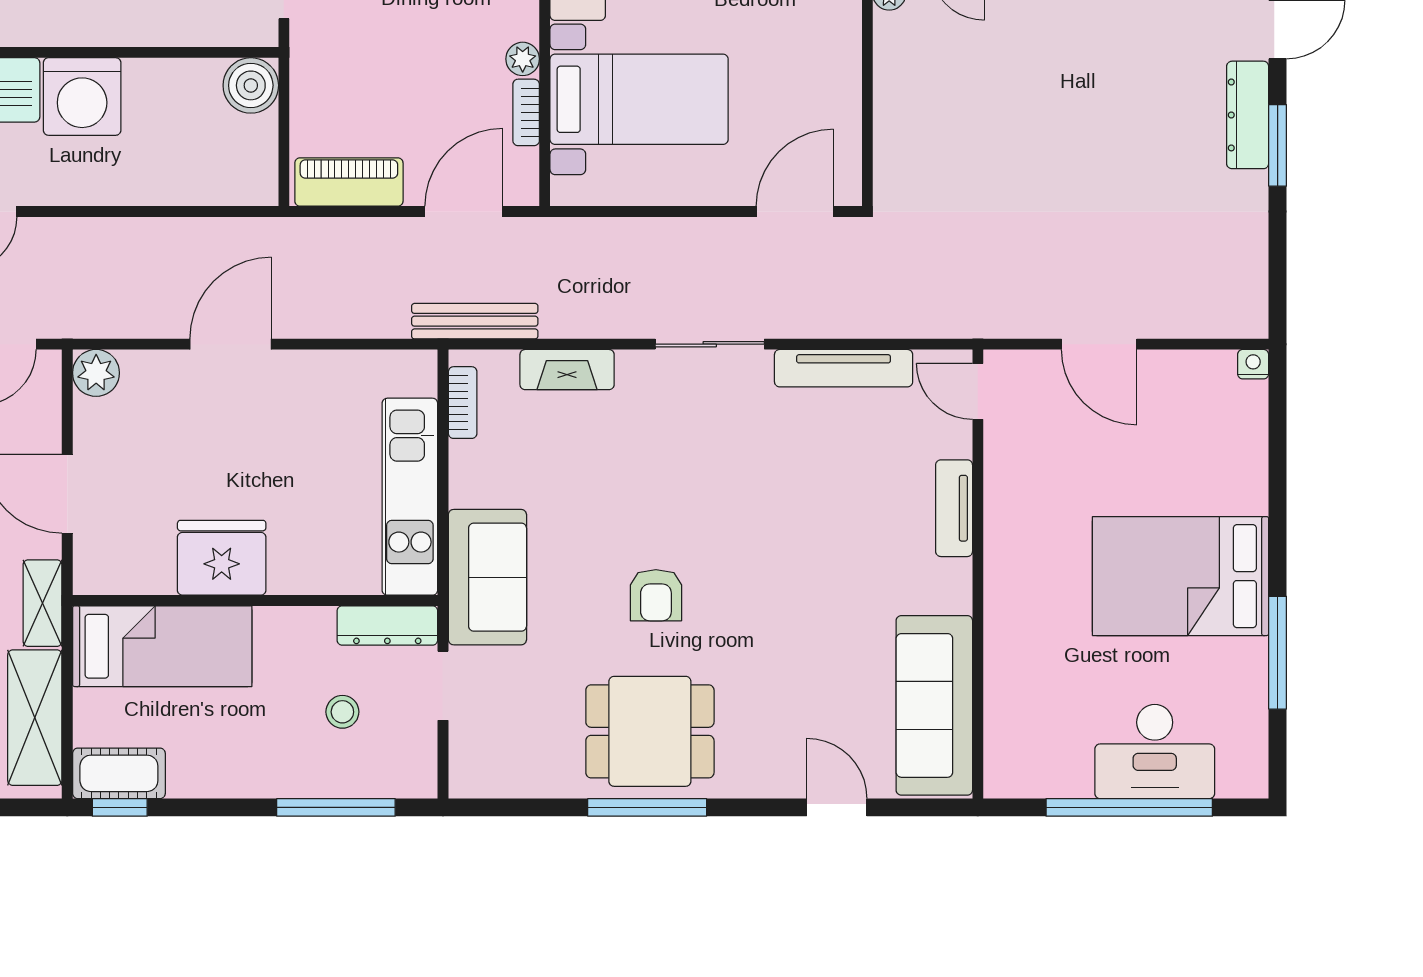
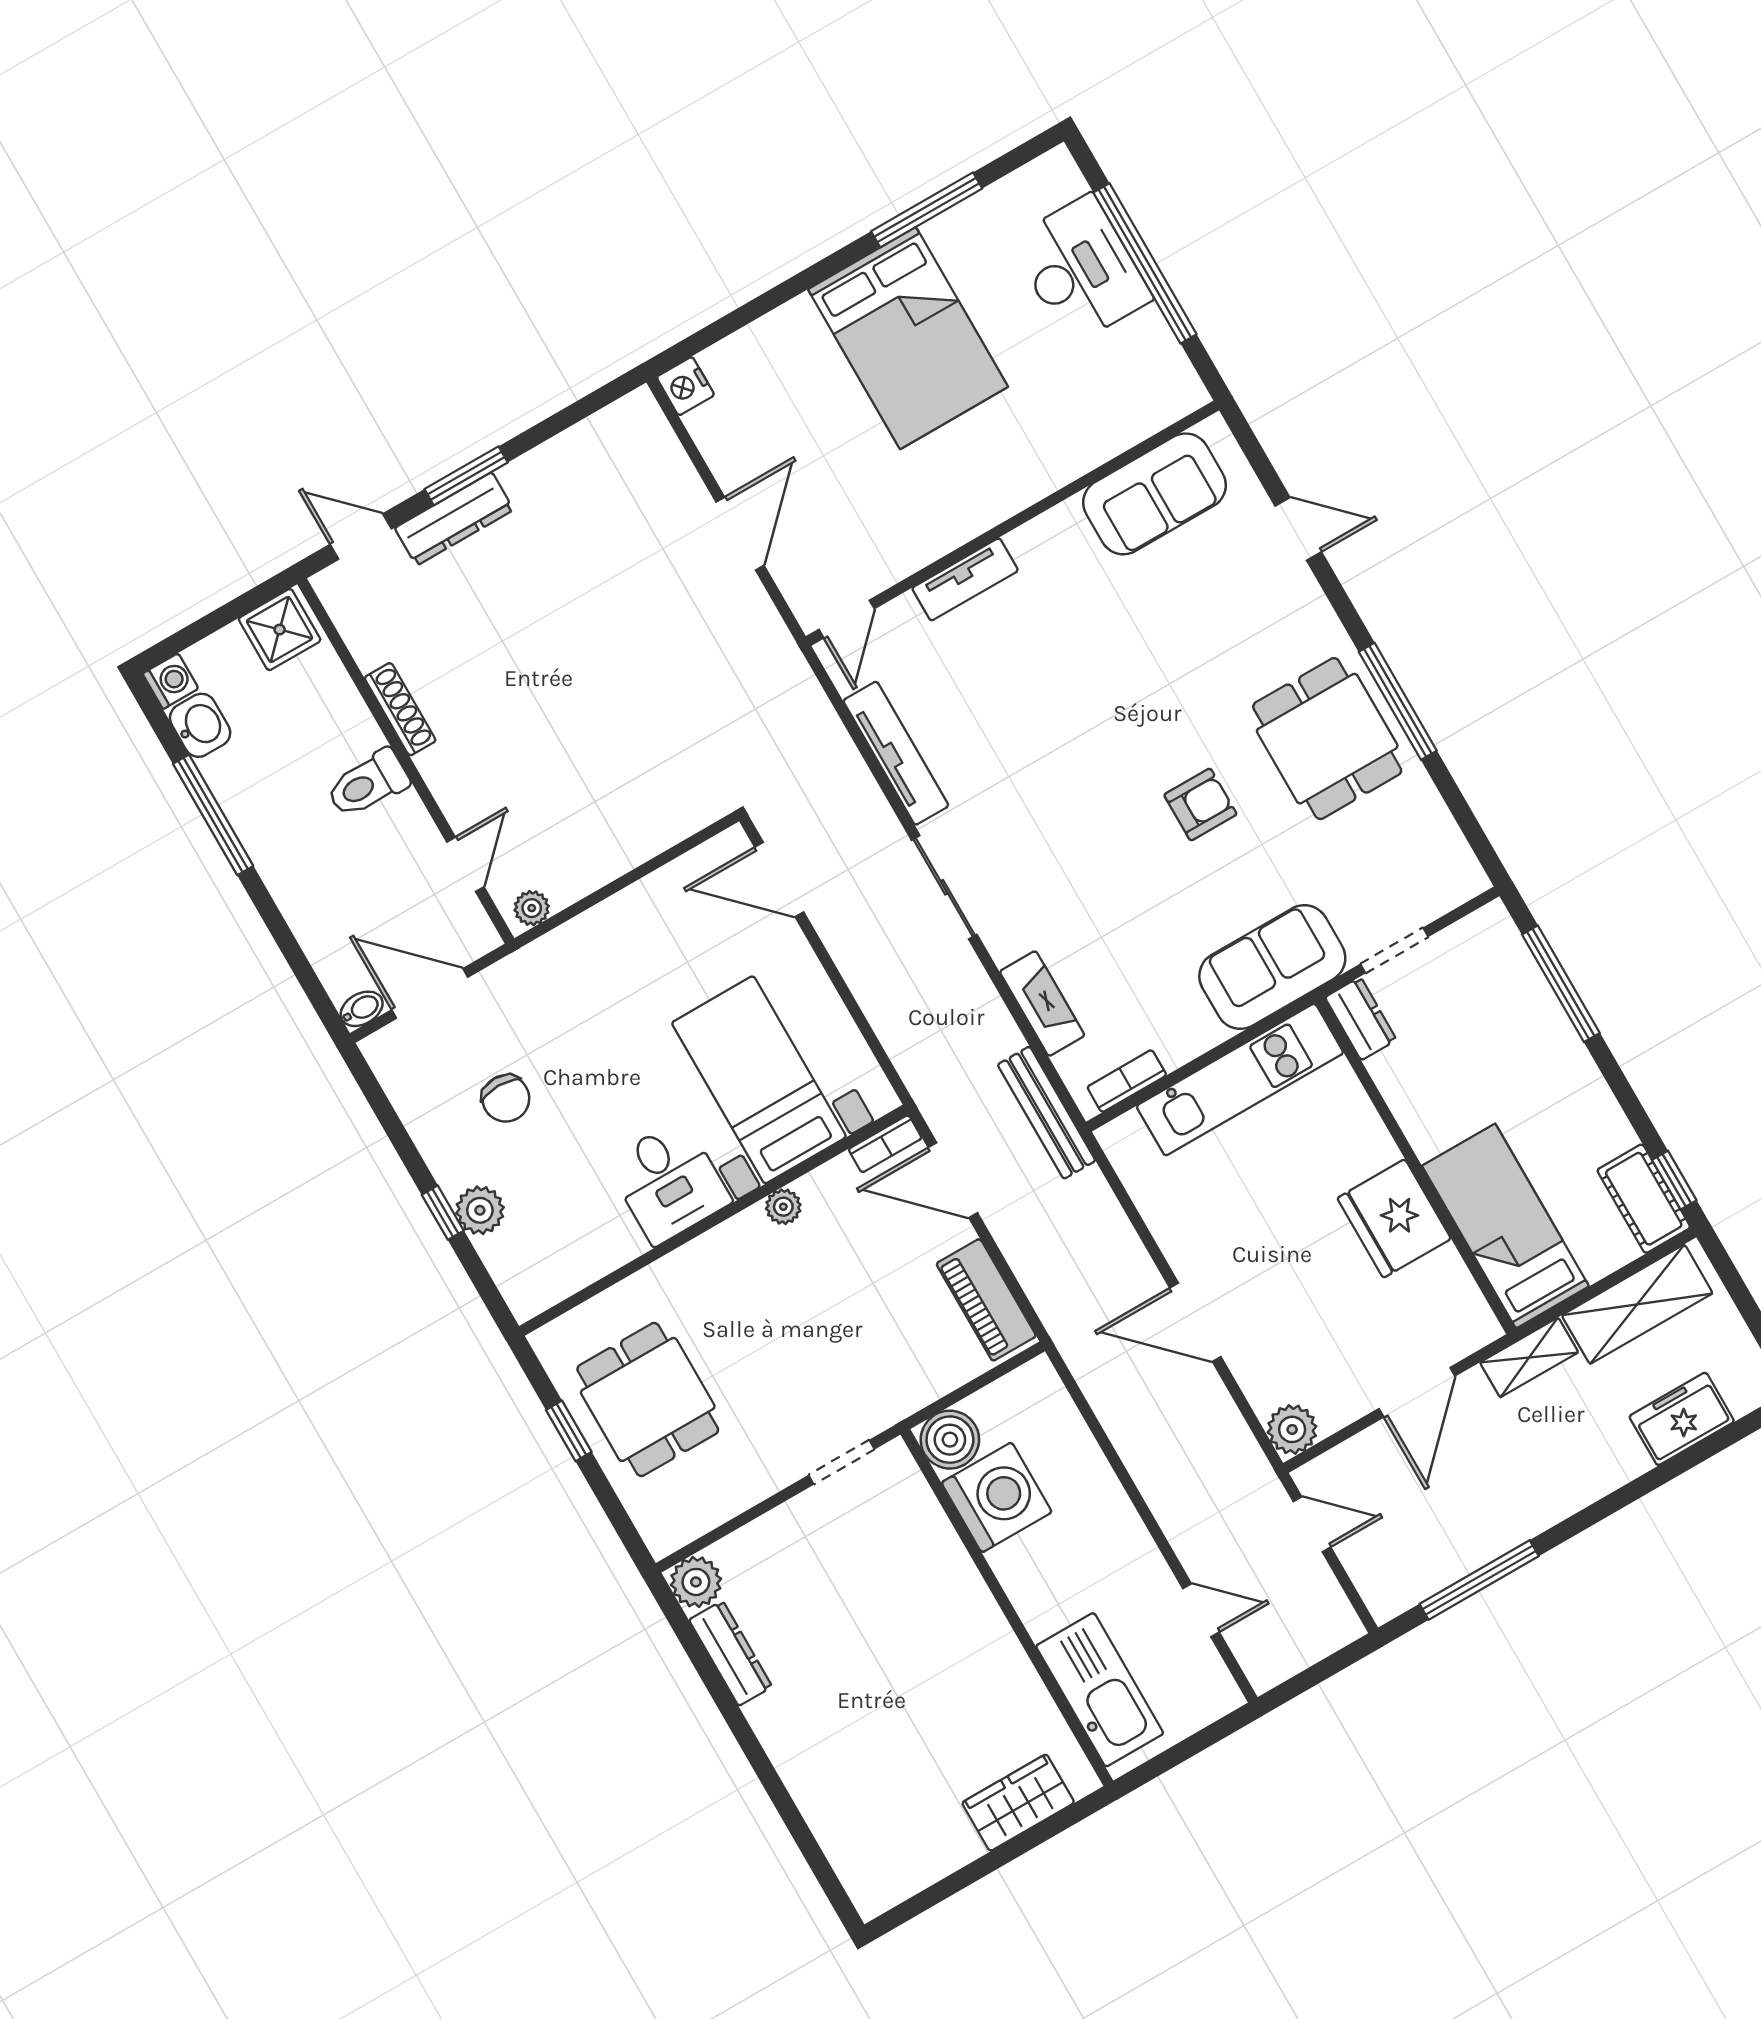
washing machine: (82, 96) -> (997, 1497), moved
bookcase: (526, 112) -> (885, 1144), moved
nightstand: (1253, 364) -> (685, 386), width x1.39, depth x1.35
dresser: (387, 626) -> (1361, 1019), width x0.70
sofa: (934, 705) -> (1154, 494), width x0.73
stool: (342, 712) -> (1471, 1028), removed
door: (837, 807) -> (1298, 529), swing flipped

